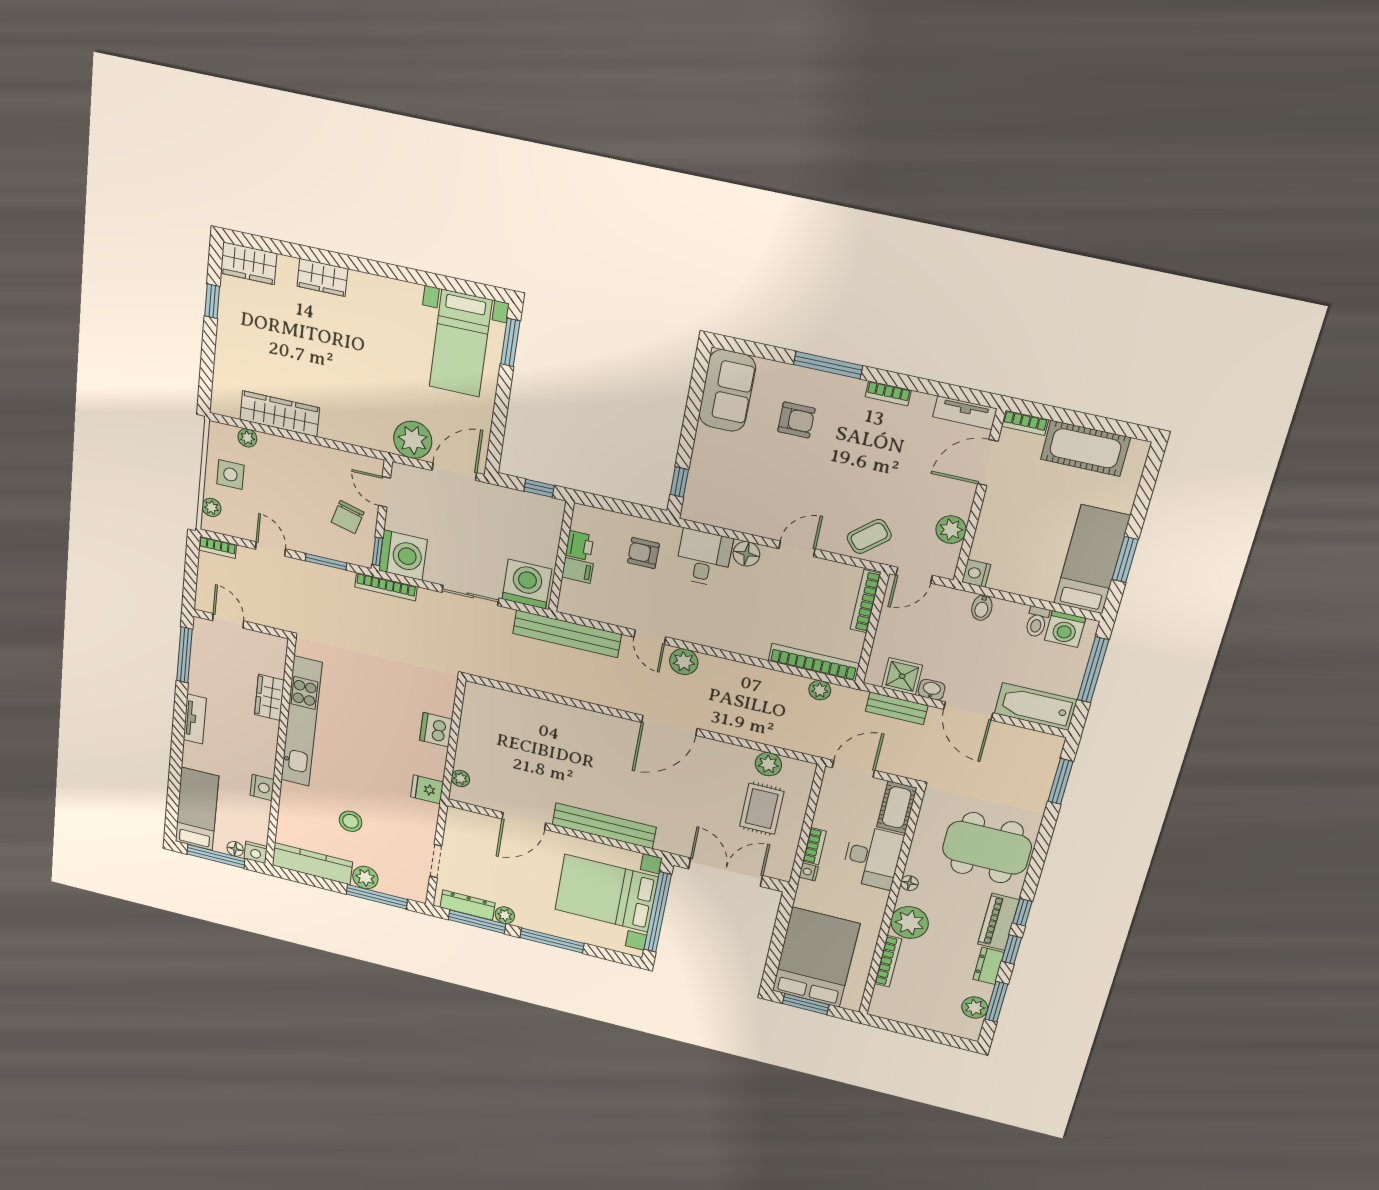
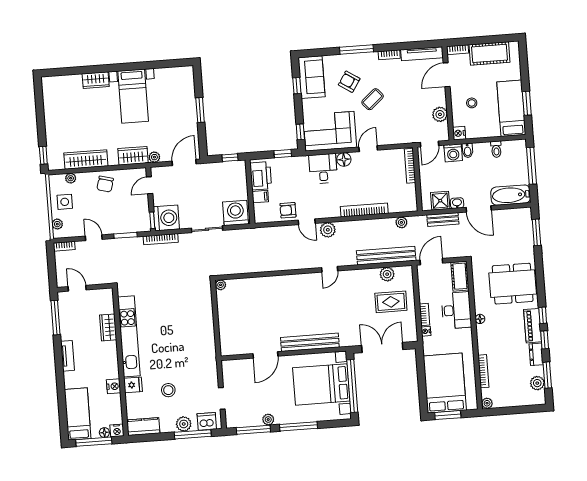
wardrobe: (249, 263) -> (133, 156), moved, turned 180
window: (212, 301) -> (43, 155), moved
window: (510, 342) -> (200, 110), moved
bed with nightstands: (461, 343) -> (133, 96), moved
window: (695, 398) -> (297, 86), added
tv unit: (965, 413) -> (422, 54), width x1.41
armchair: (796, 420) -> (349, 82), turned -147
plant: (413, 440) -> (154, 157), width x0.53, depth x0.53
door: (385, 492) -> (150, 185), hinge flipped
corner sofa: (735, 497) -> (330, 131), added
window: (637, 510) -> (283, 154), added
chair: (348, 517) -> (105, 184), moved
stool: (1019, 528) -> (472, 103), added
coffee table: (869, 536) -> (373, 99), moved
printer: (580, 546) -> (261, 176), width x1.87, depth x1.48
armchair: (643, 553) -> (288, 210), moved
washing machine: (1065, 629) -> (453, 153), moved
bench: (567, 634) -> (386, 256), moved
bookcase: (814, 662) -> (364, 210), moved
door: (669, 725) -> (330, 269), width x0.53
dishwasher: (436, 730) -> (207, 421), moved, turned 90
plant: (460, 778) -> (221, 285), moved
fridge: (427, 789) -> (133, 385), moved, turned 180
rug: (762, 809) -> (391, 302), turned 90
kitchen counter: (312, 864) -> (143, 427), width x0.67
dresser: (468, 905) -> (246, 421), removed
plant: (910, 923) -> (487, 403), moved, width x0.53, depth x0.53

